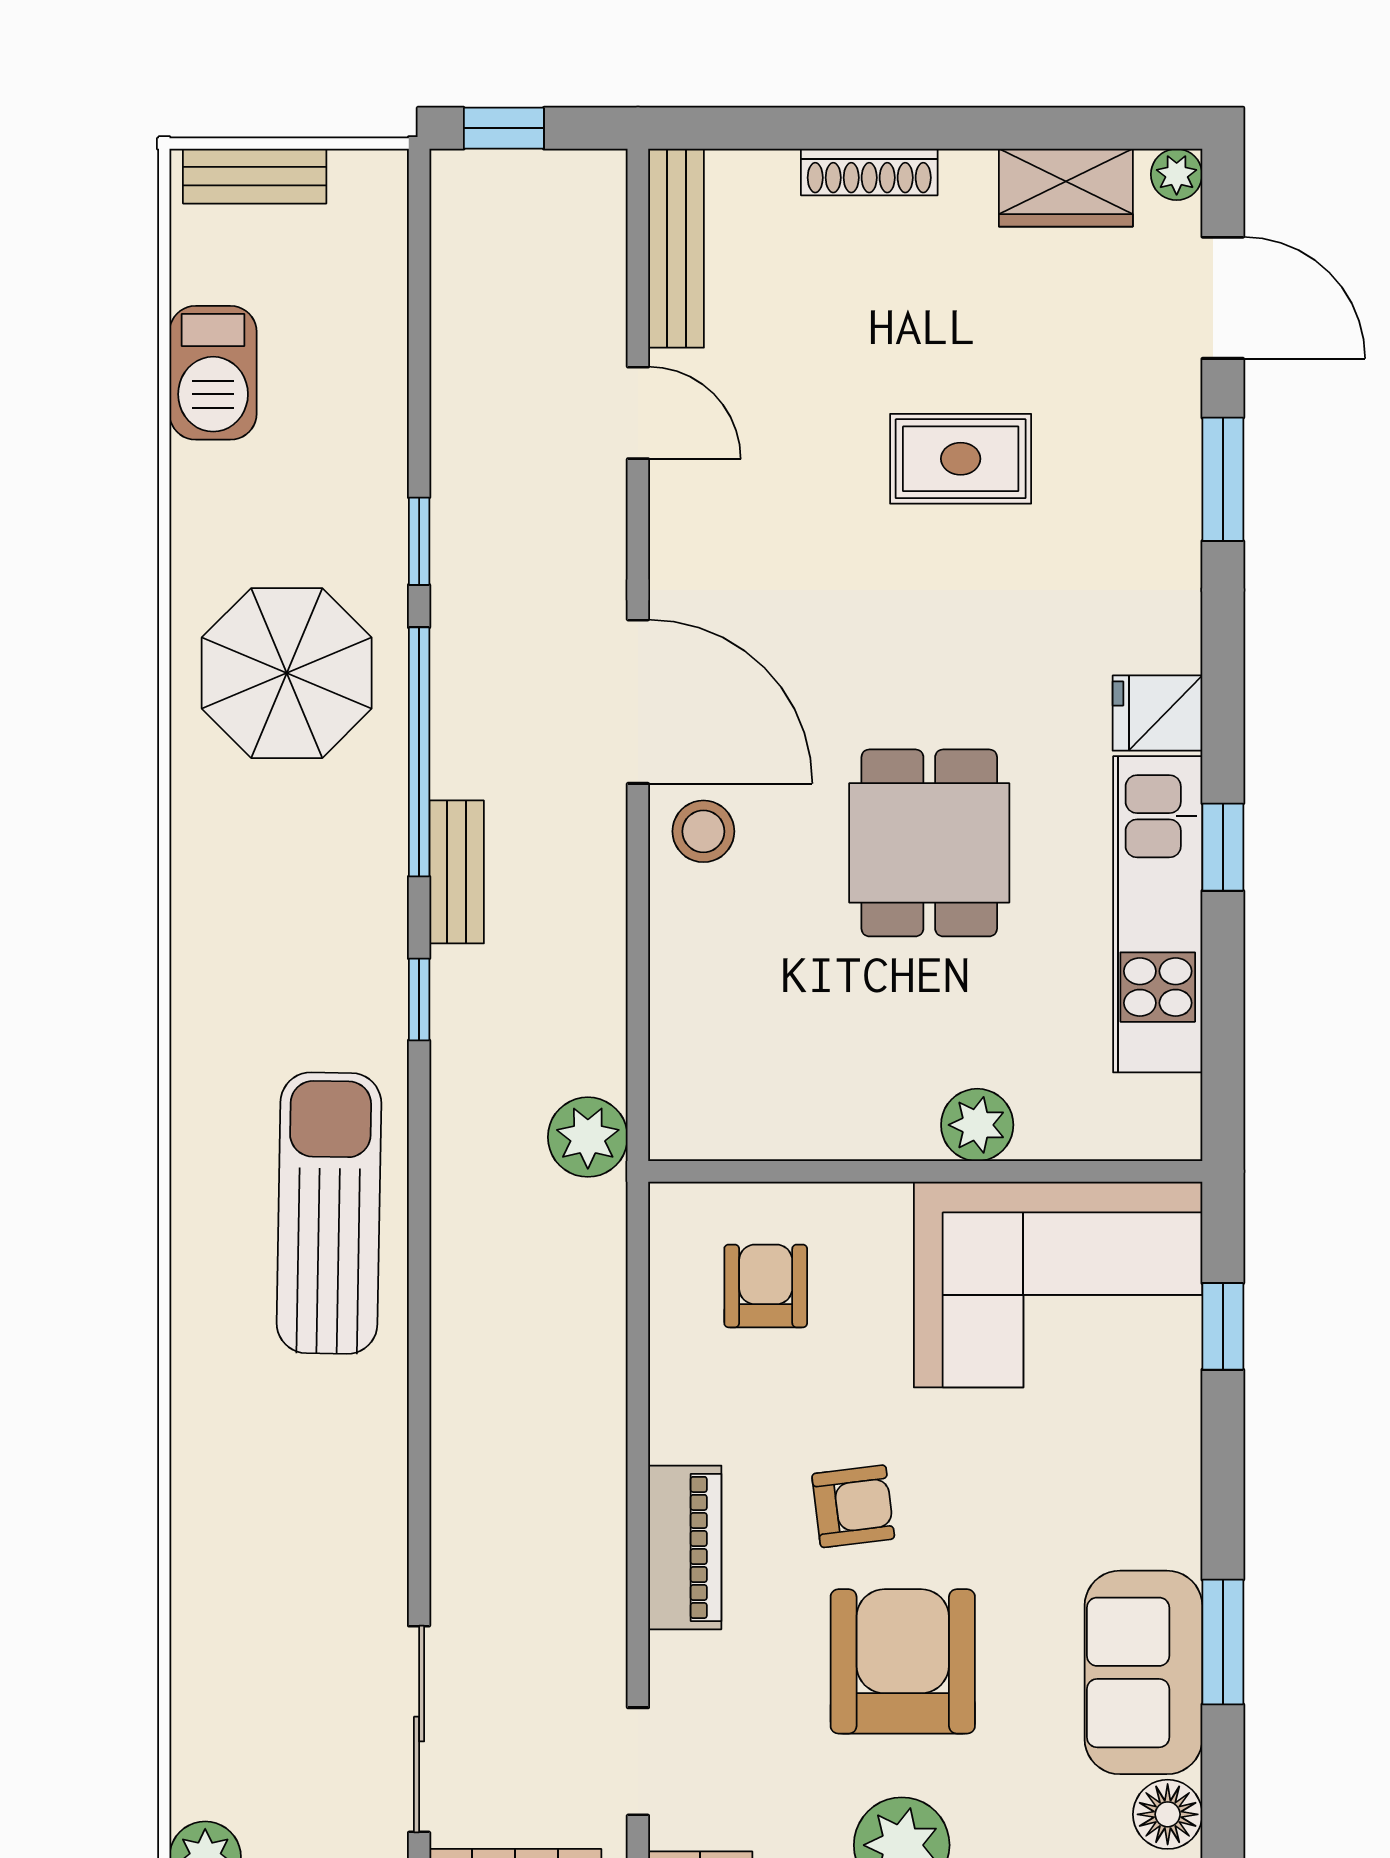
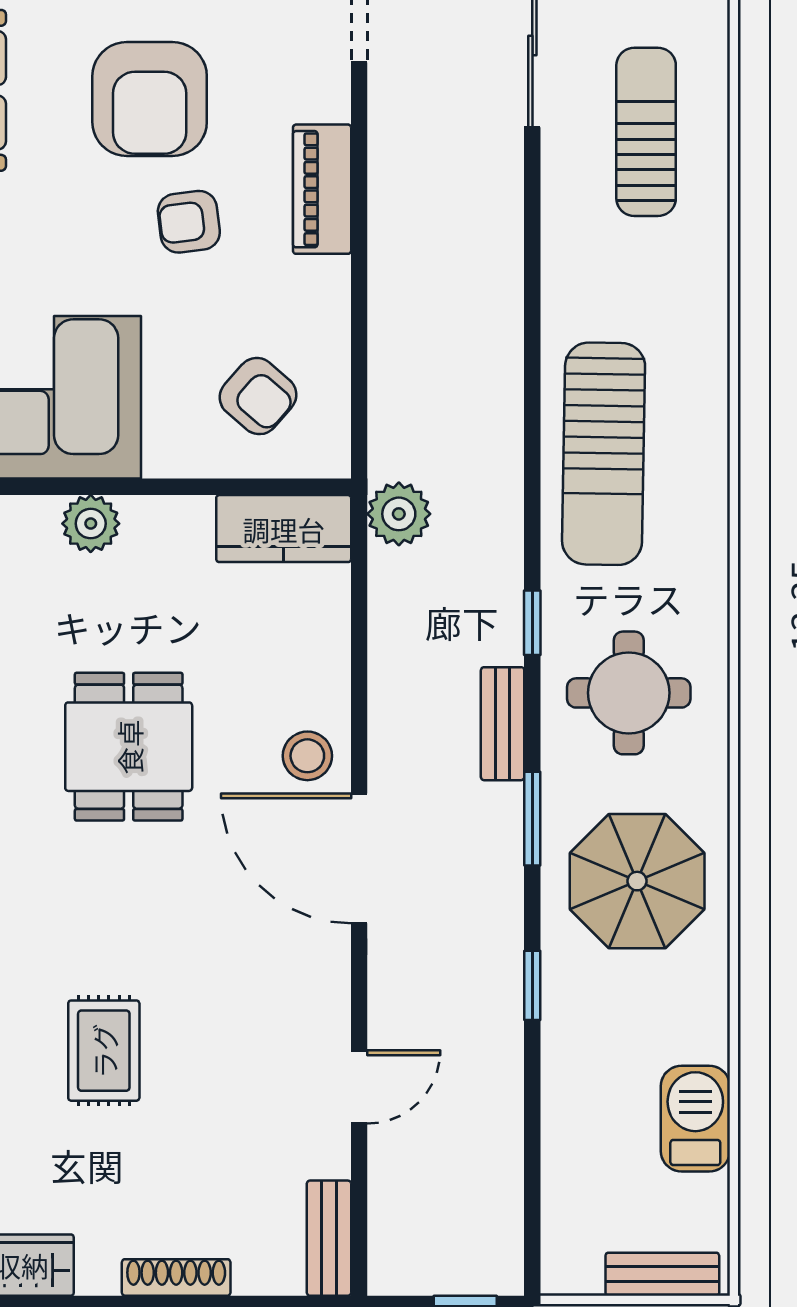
bench: (676, 248) -> (329, 1238), width x0.73
door: (638, 413) -> (359, 1087), swing flipped
rug: (961, 459) -> (104, 1051), turned 90
window: (419, 752) -> (532, 819), width x0.47
round table: (297, 911) -> (629, 693), added
kitchen counter: (733, 1119) -> (284, 529), added
armchair: (766, 1286) -> (258, 396), turned -49
sun lounger: (275, 1620) -> (646, 132), added

